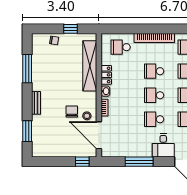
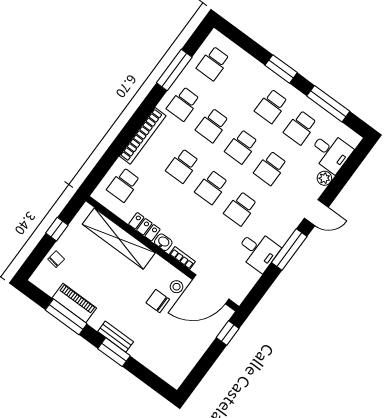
piano: (38, 67) -> (74, 303), added
window: (27, 131) -> (114, 352), moved
desk: (163, 145) -> (258, 251), moved
window: (139, 162) -> (289, 249), moved

